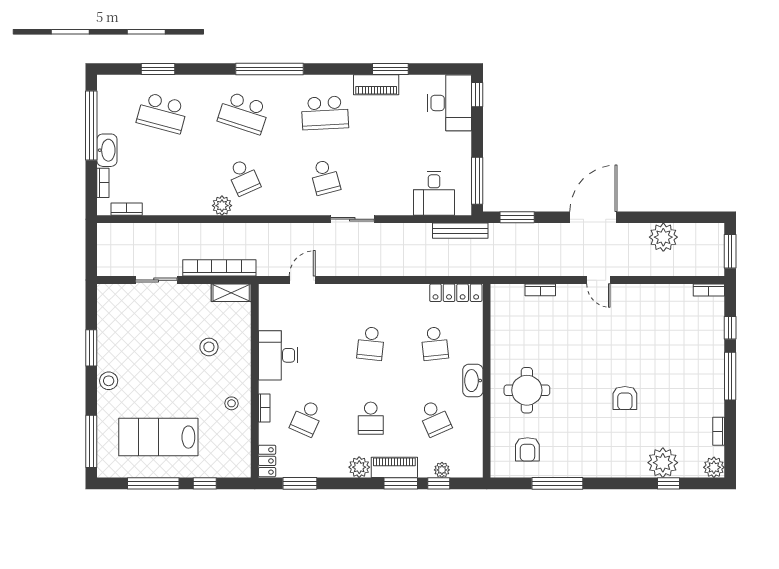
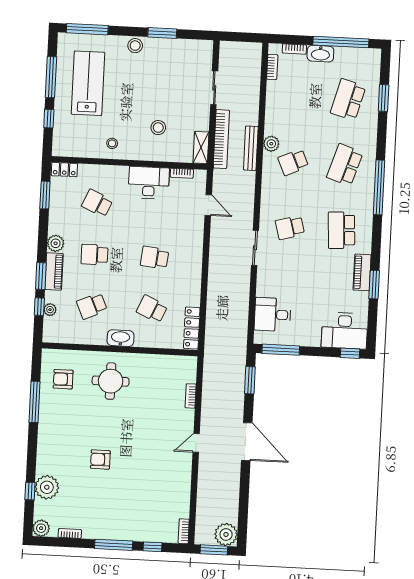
bench: (460, 231) -> (251, 148), moved
plant: (663, 237) -> (226, 534), moved
school desk: (435, 343) -> (152, 309), turned 30
bookcase: (264, 408) -> (182, 173), moved

